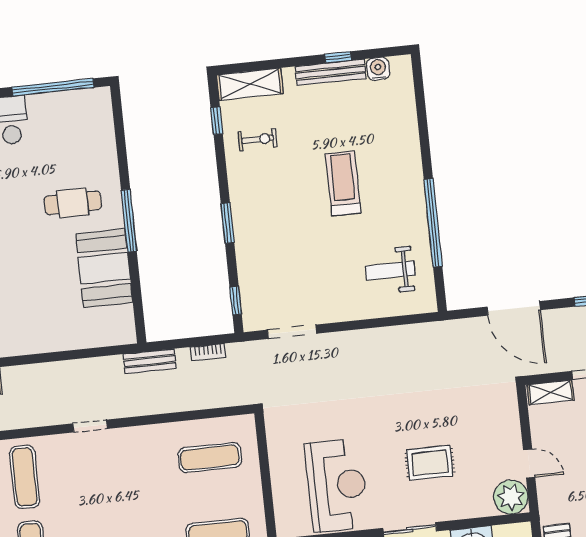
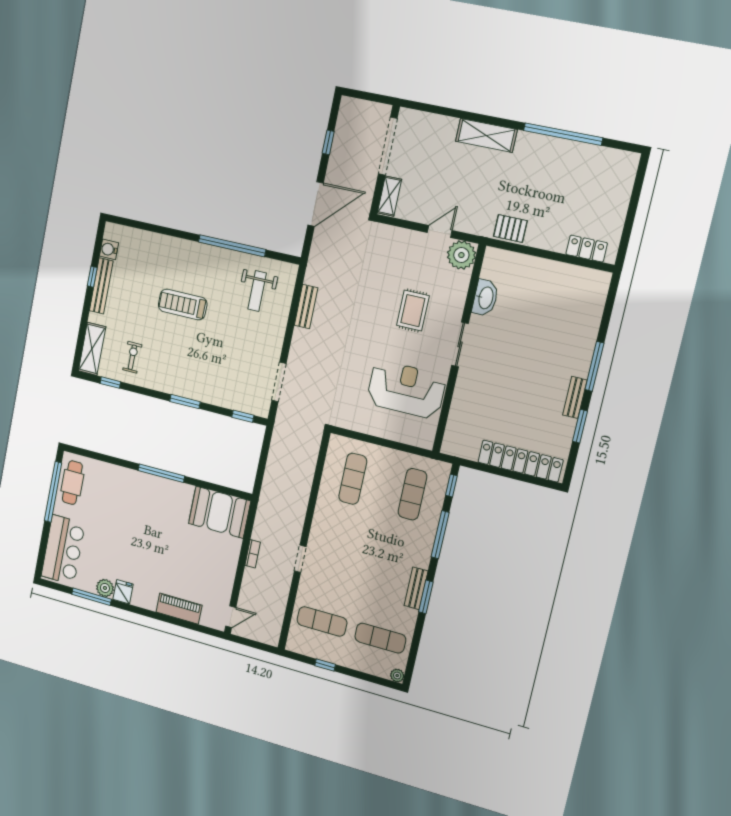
cafe table: (73, 203) -> (72, 483), moved
booth: (104, 268) -> (220, 512), moved
bookcase: (208, 352) -> (253, 554), moved
bench: (150, 361) -> (306, 307), moved

